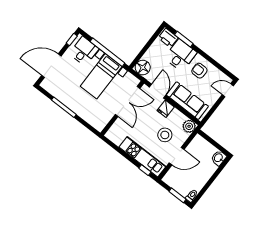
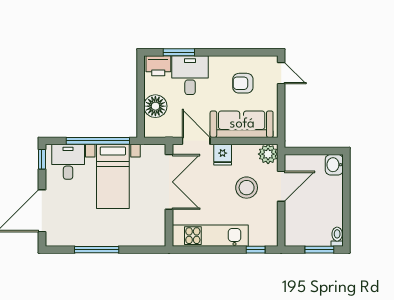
floor lamp: (143, 67) -> (155, 106), moved
armchair: (199, 71) -> (243, 83), moved
door: (228, 90) -> (281, 73), swing flipped
door: (177, 156) -> (281, 186), moved
kitchen unit: (142, 157) -> (210, 236), moved

